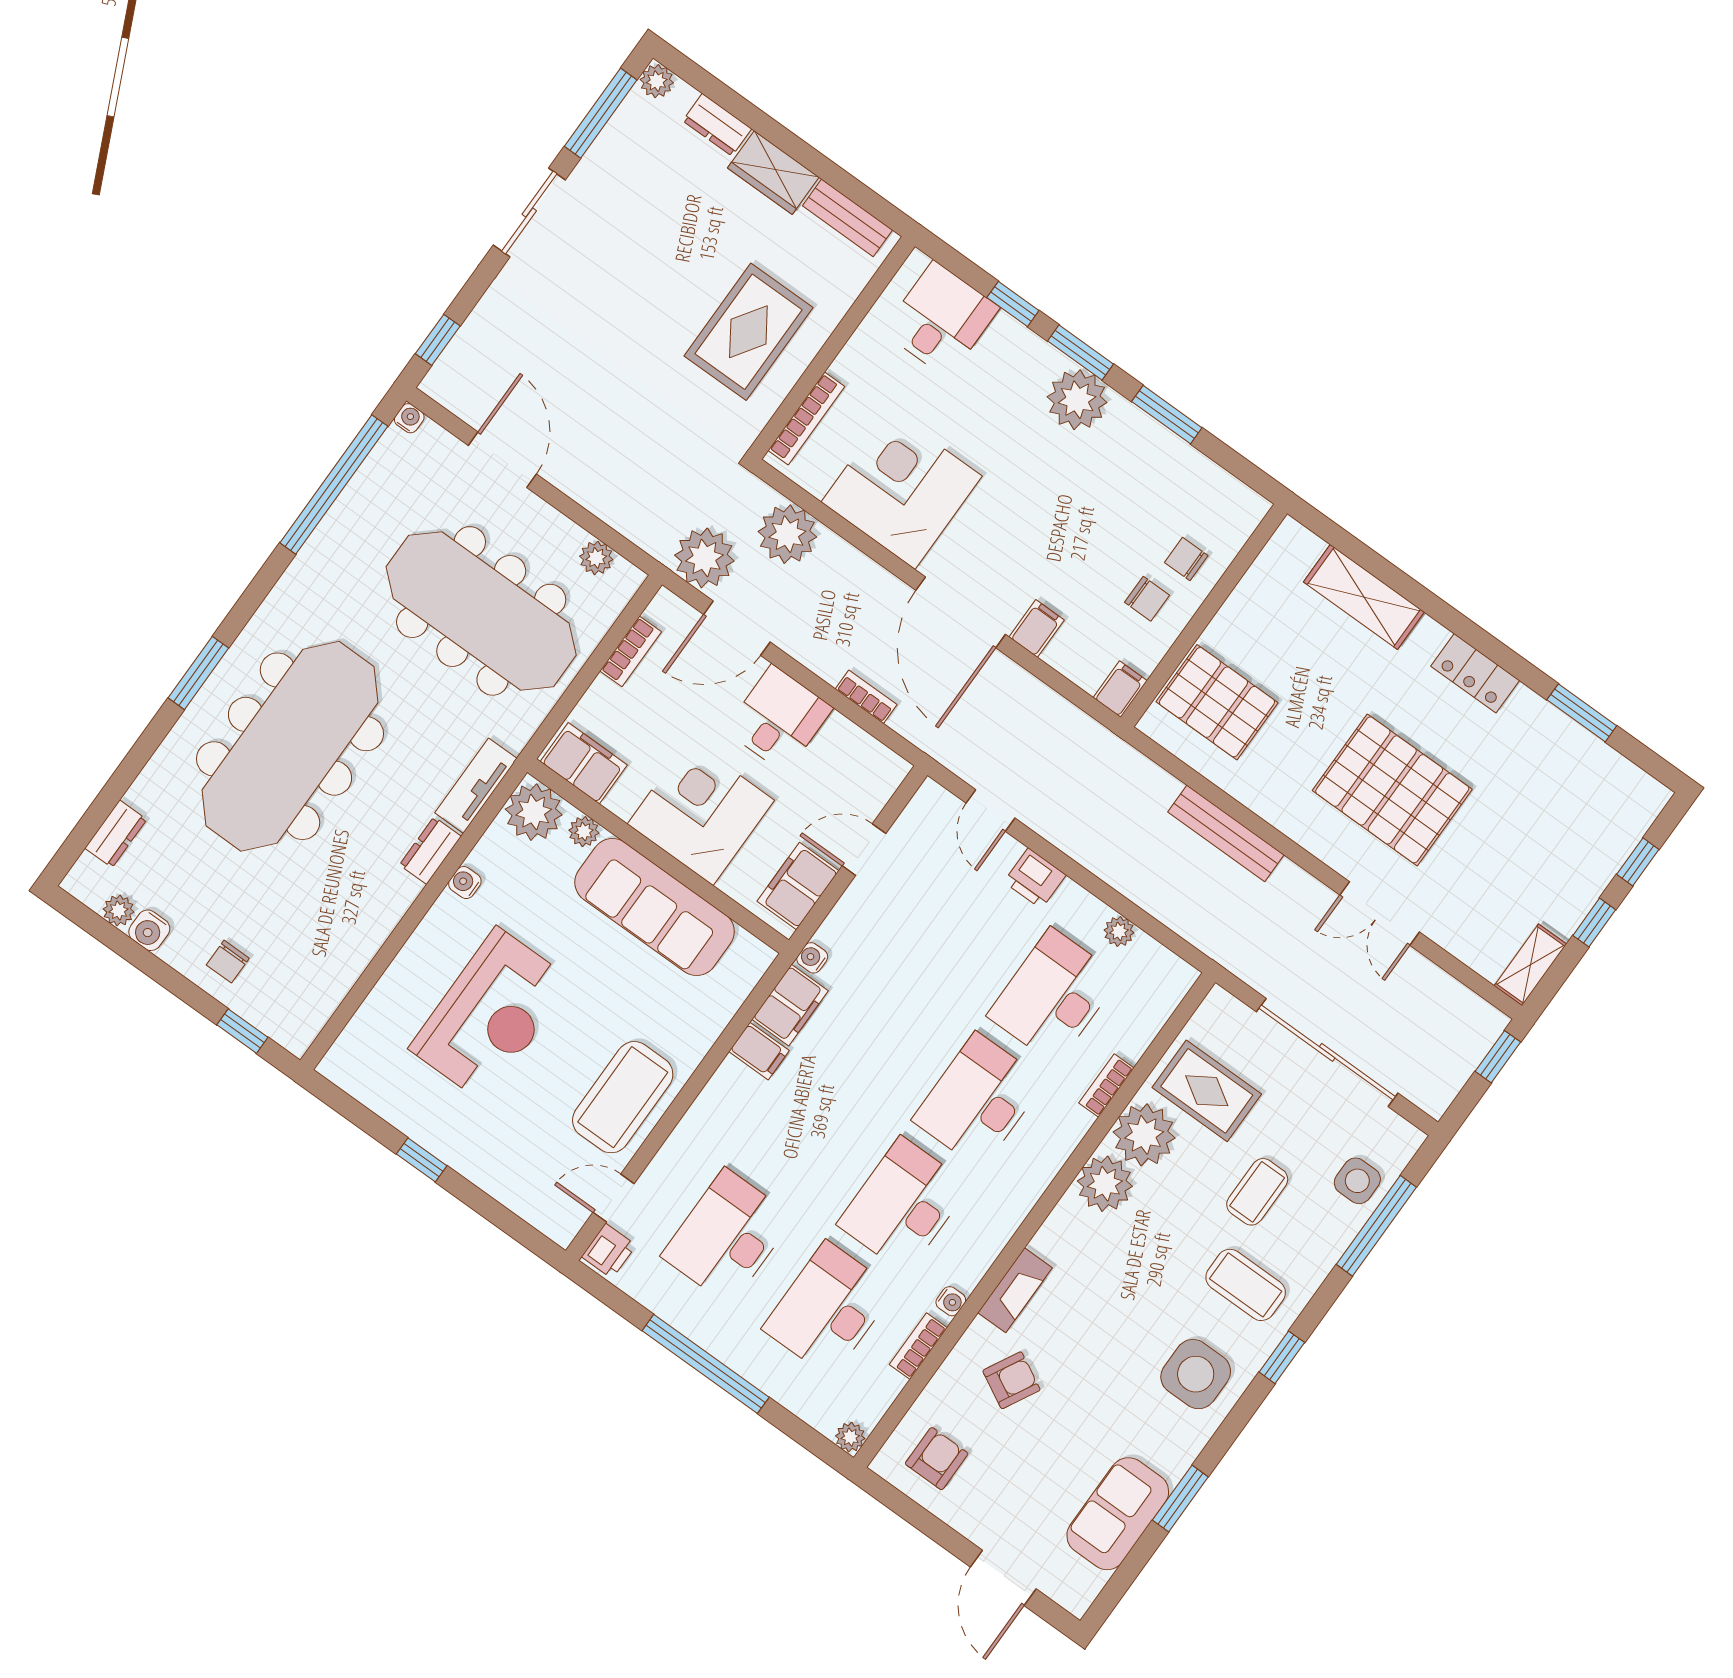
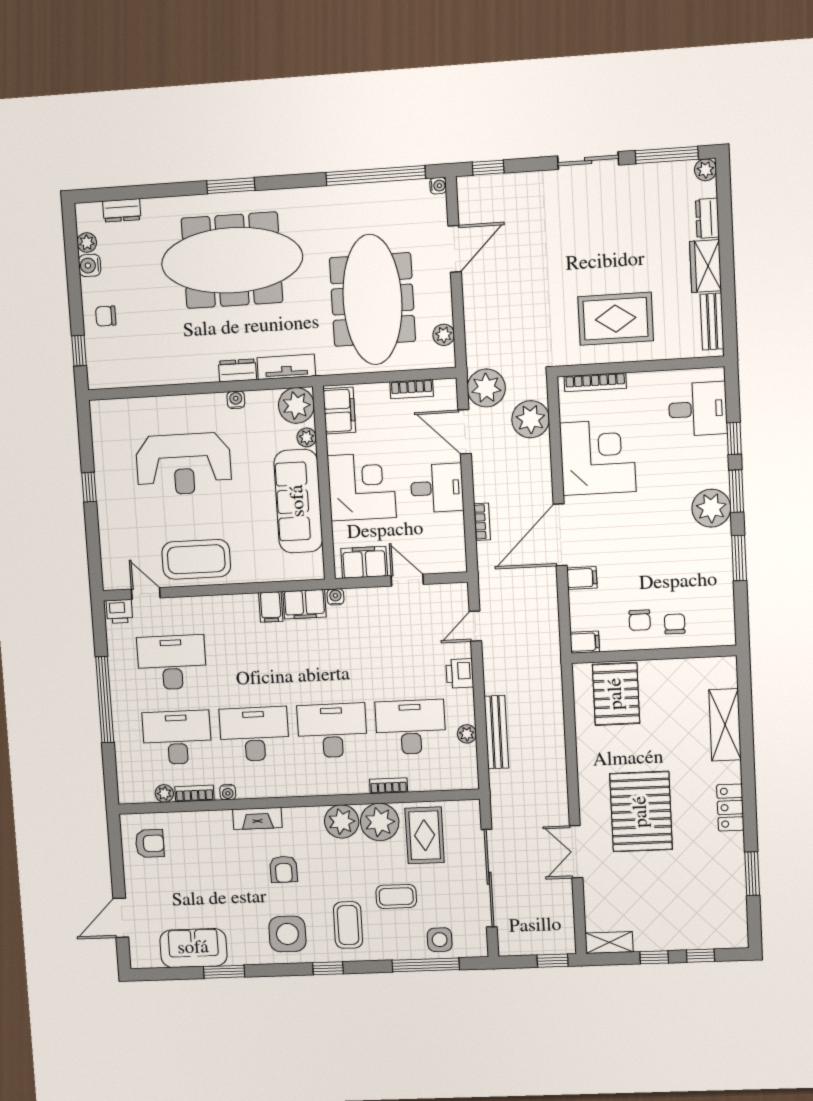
bench: (1226, 833) -> (496, 732), moved
armchair: (1011, 1380) -> (284, 869), moved, turned 61
plant: (850, 1437) -> (164, 793), moved

